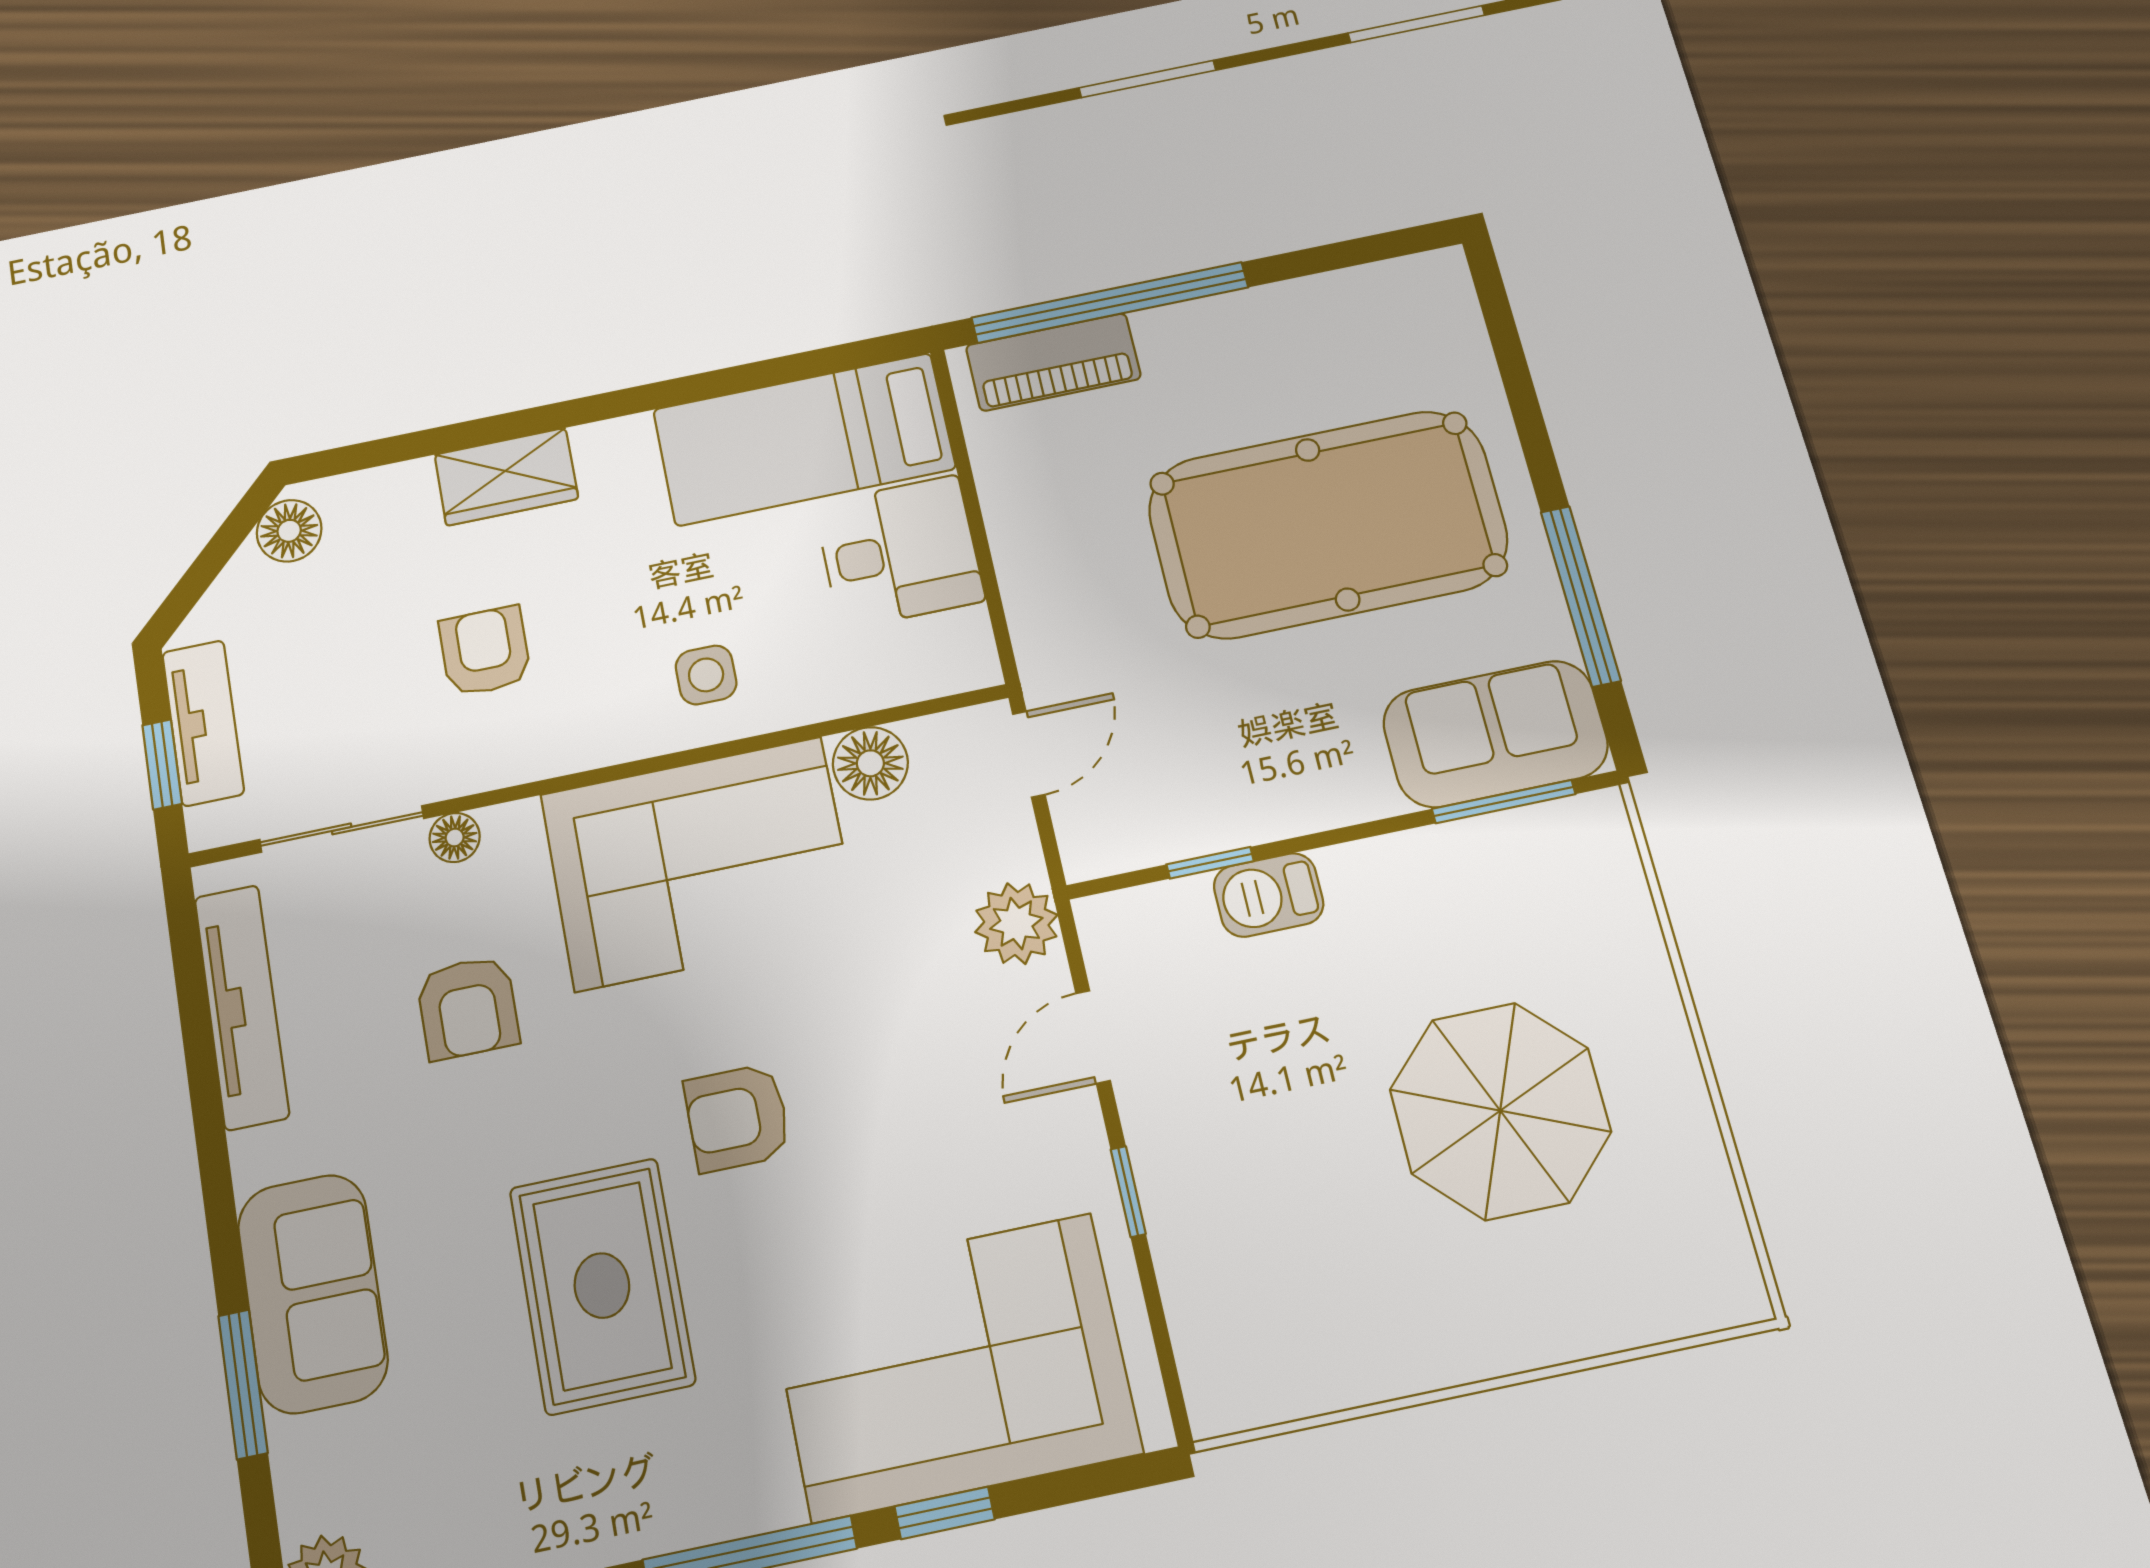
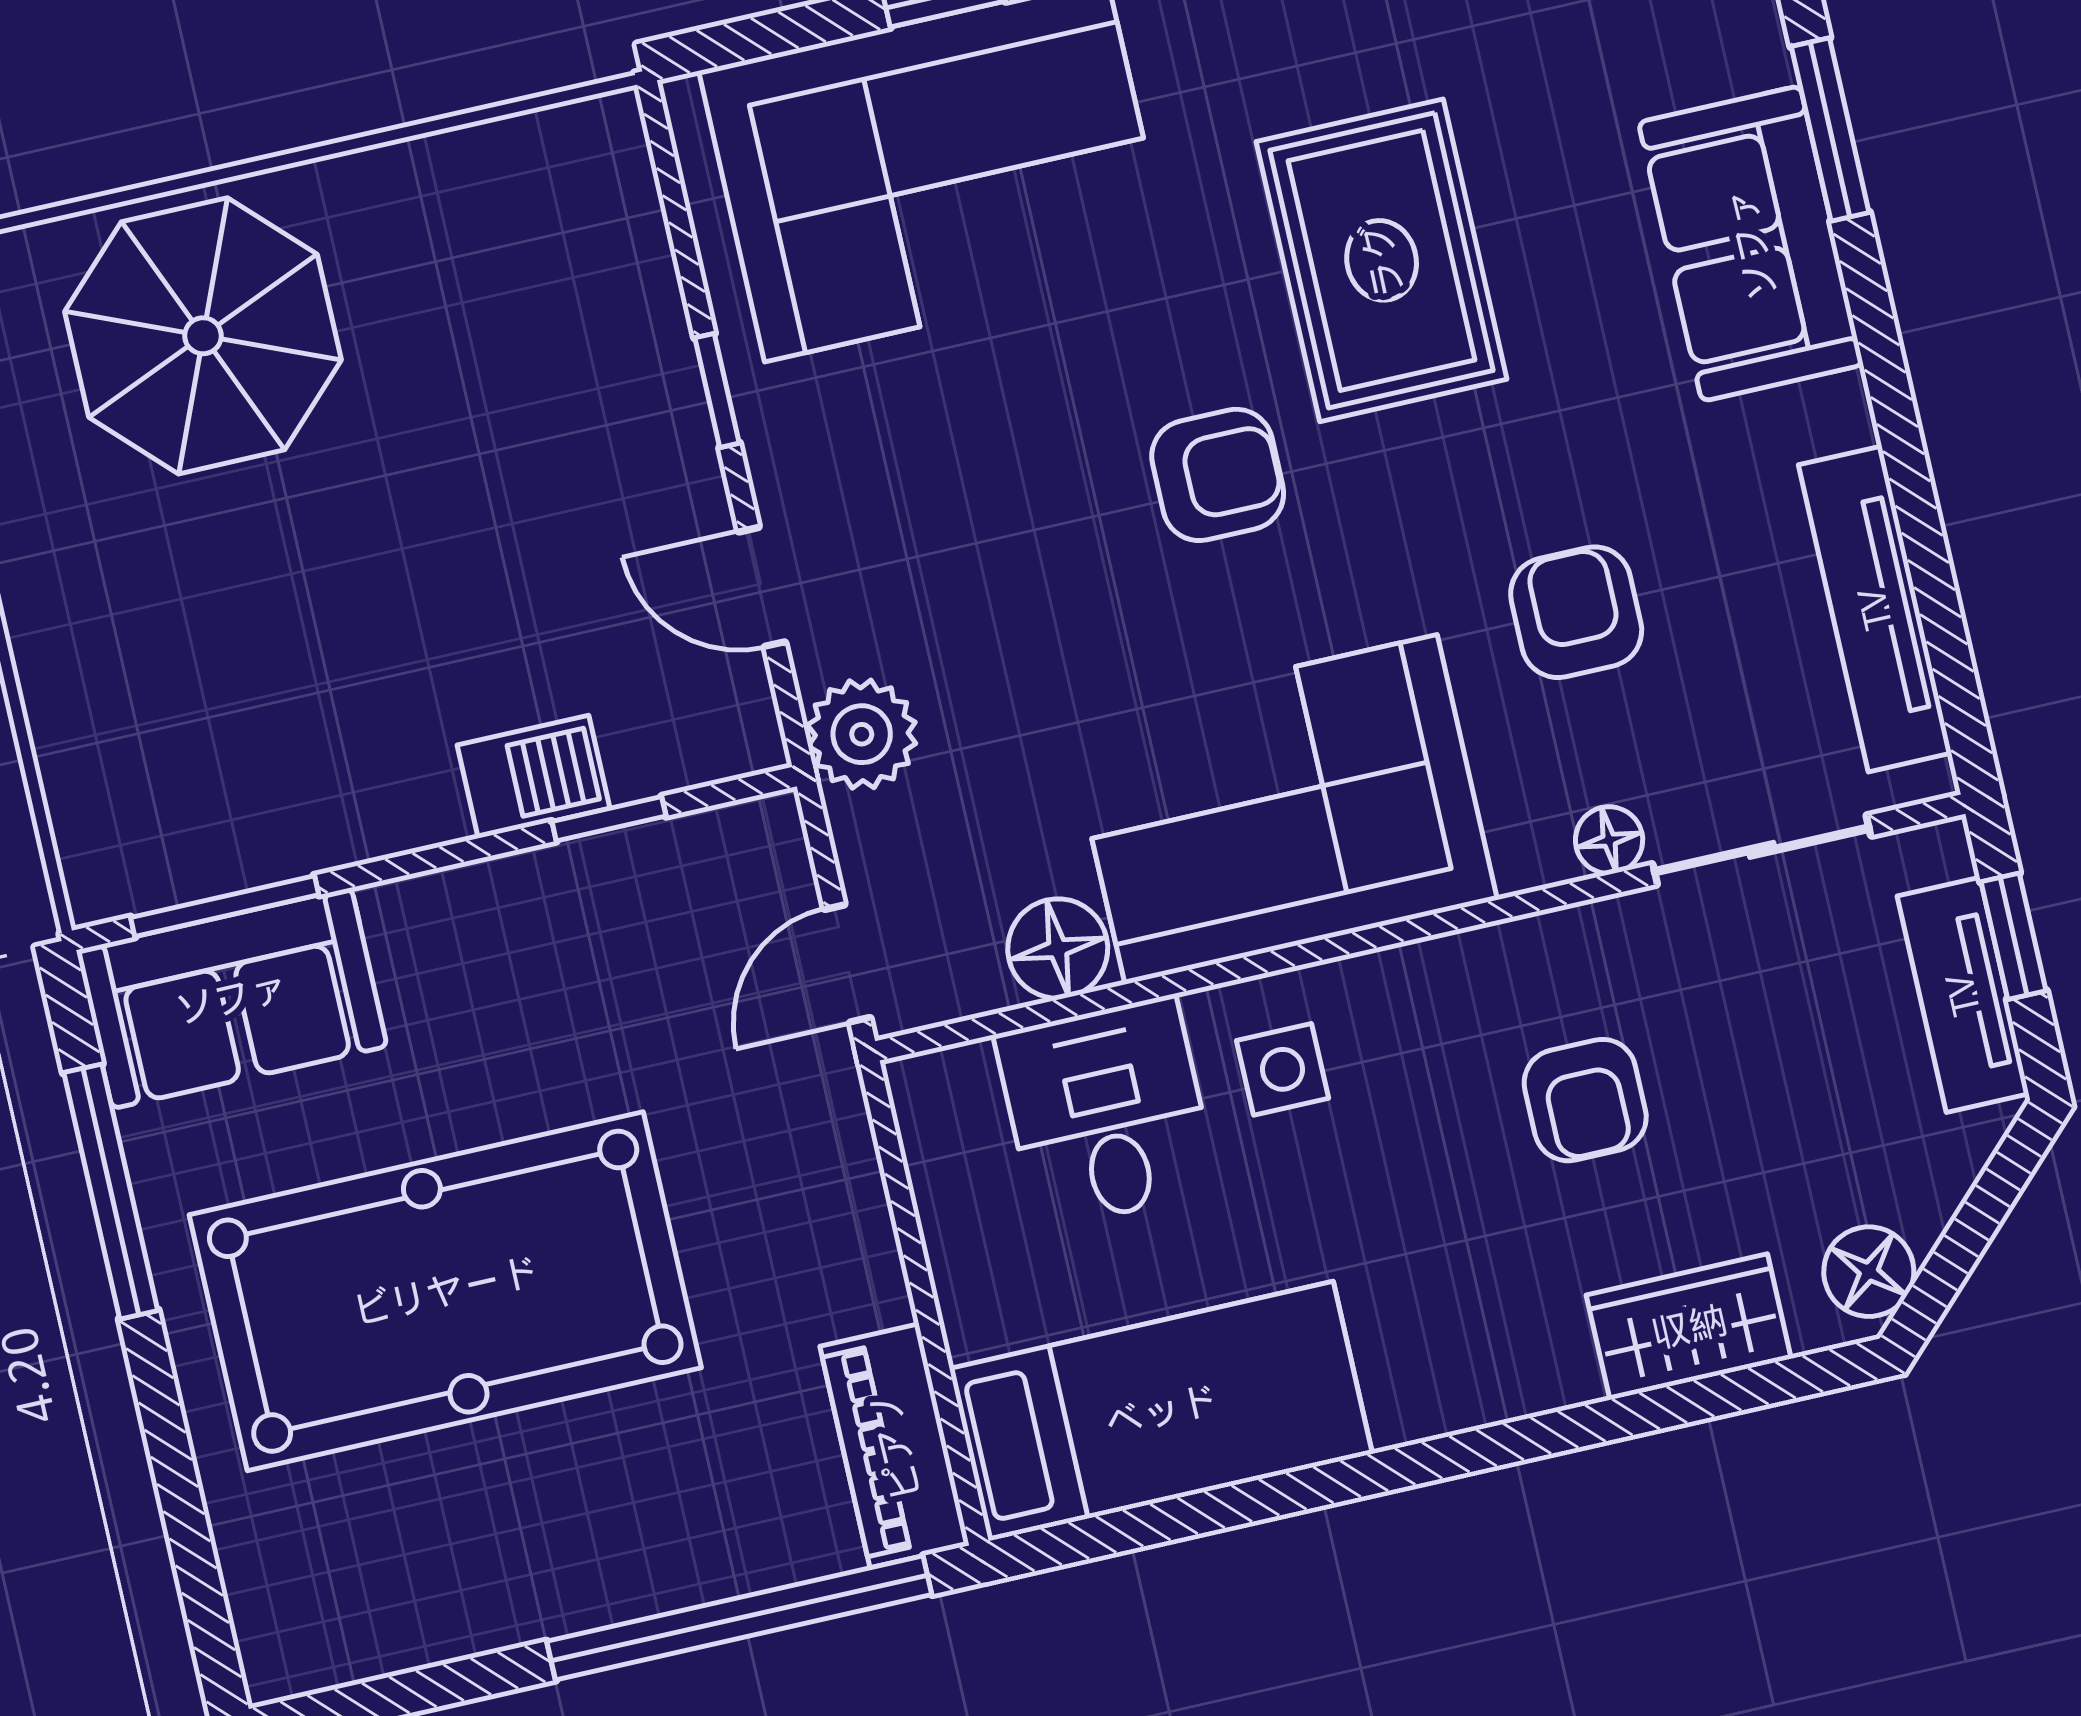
piano: (1053, 362) -> (895, 1446), moved, turned -90
wardrobe: (506, 477) -> (1689, 1327), moved
desk: (899, 552) -> (1106, 1113), moved, turned 90
door: (1093, 1037) -> (762, 587), swing flipped
parasol: (1500, 1111) -> (203, 336), moved

